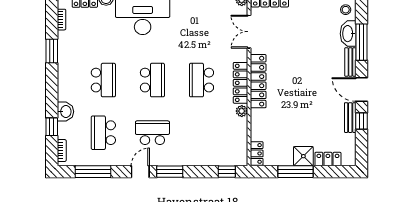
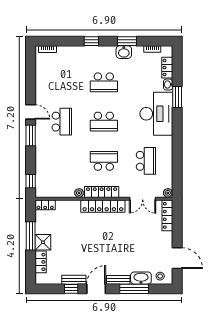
double door: (249, 32) -> (143, 199), swing flipped
washbasin: (65, 112) -> (124, 52), moved
window: (52, 127) -> (91, 41), moved
school desk: (103, 133) -> (146, 161), moved, turned 90
window: (93, 172) -> (31, 74), removed

